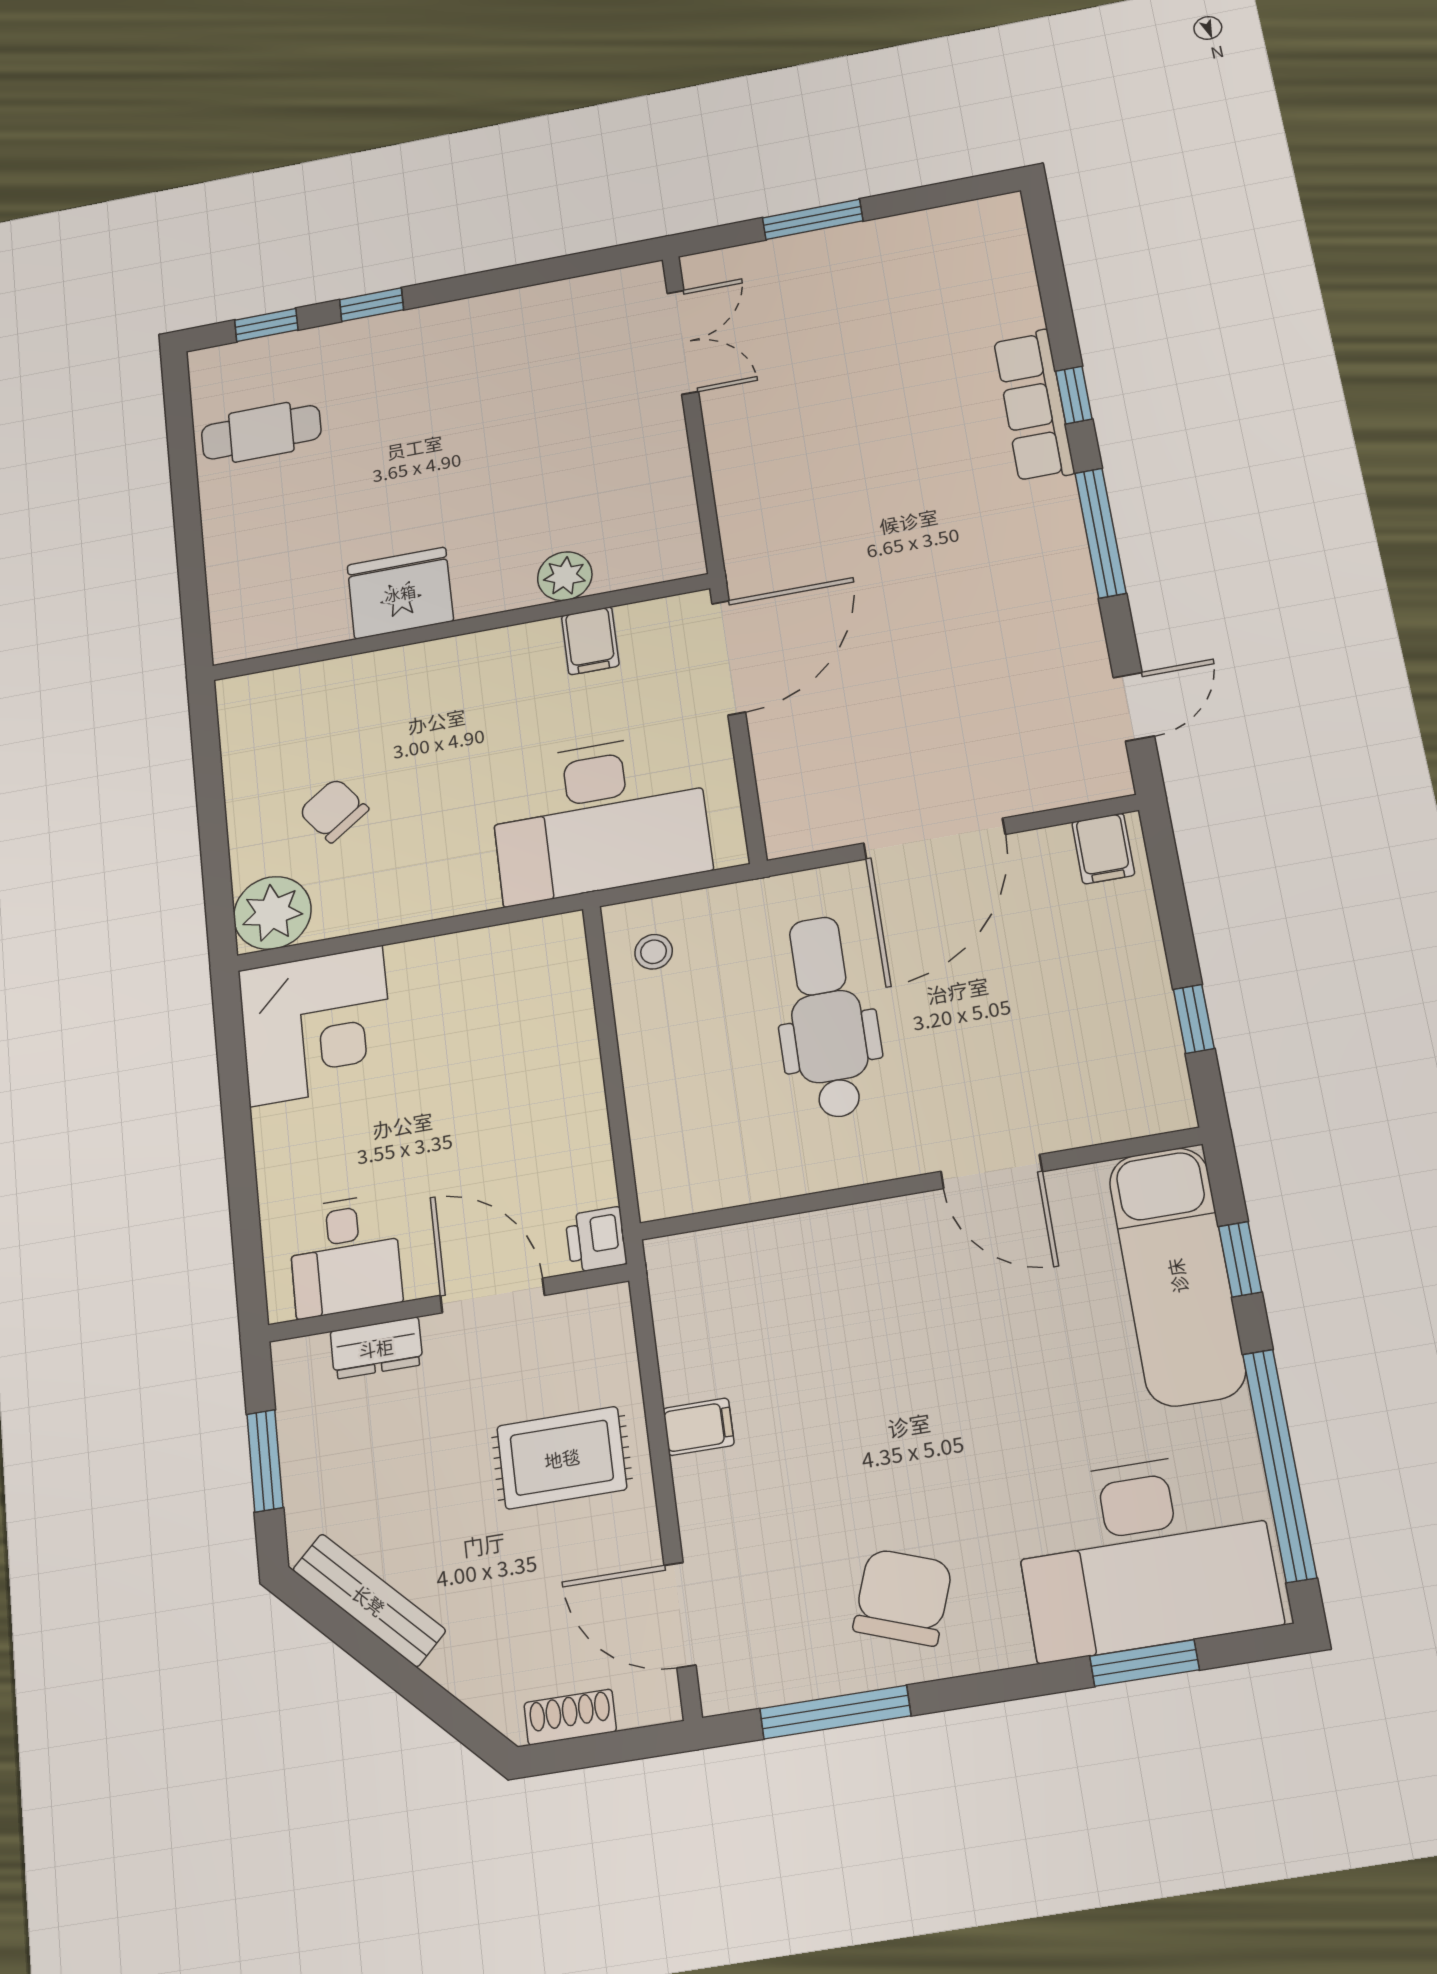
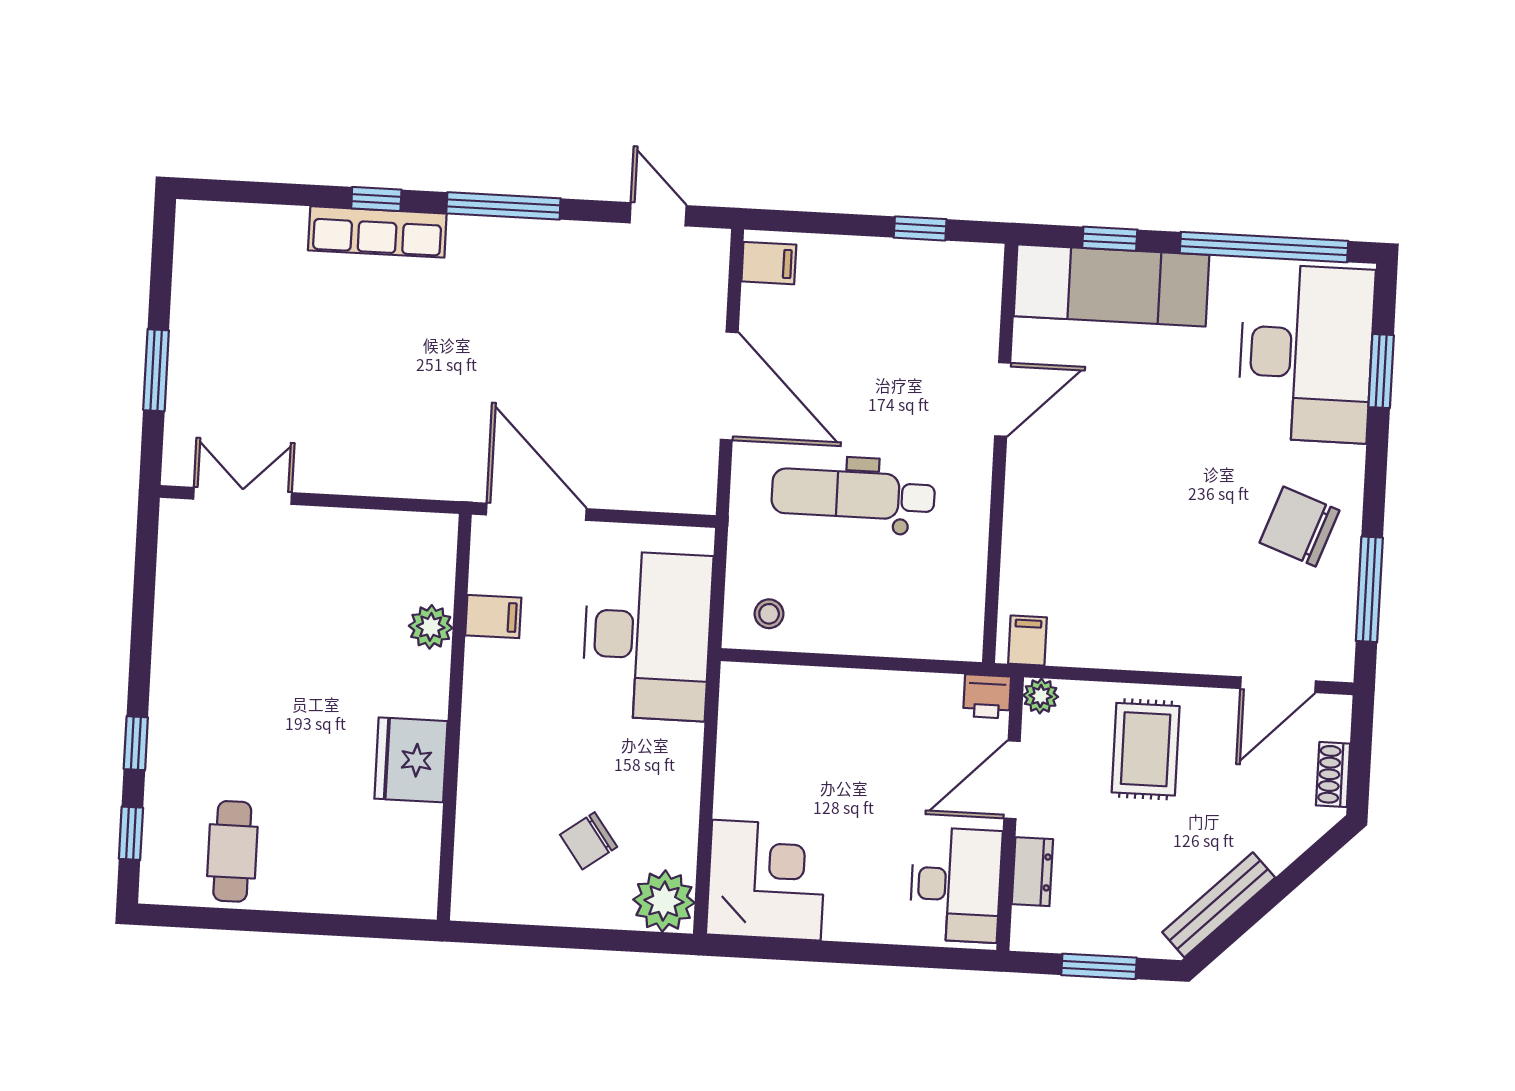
desk: (345, 1256) -> (956, 885), width x1.37
plant: (609, 1307) -> (1041, 696), added
filing cabinet: (699, 1427) -> (1027, 641), moved

